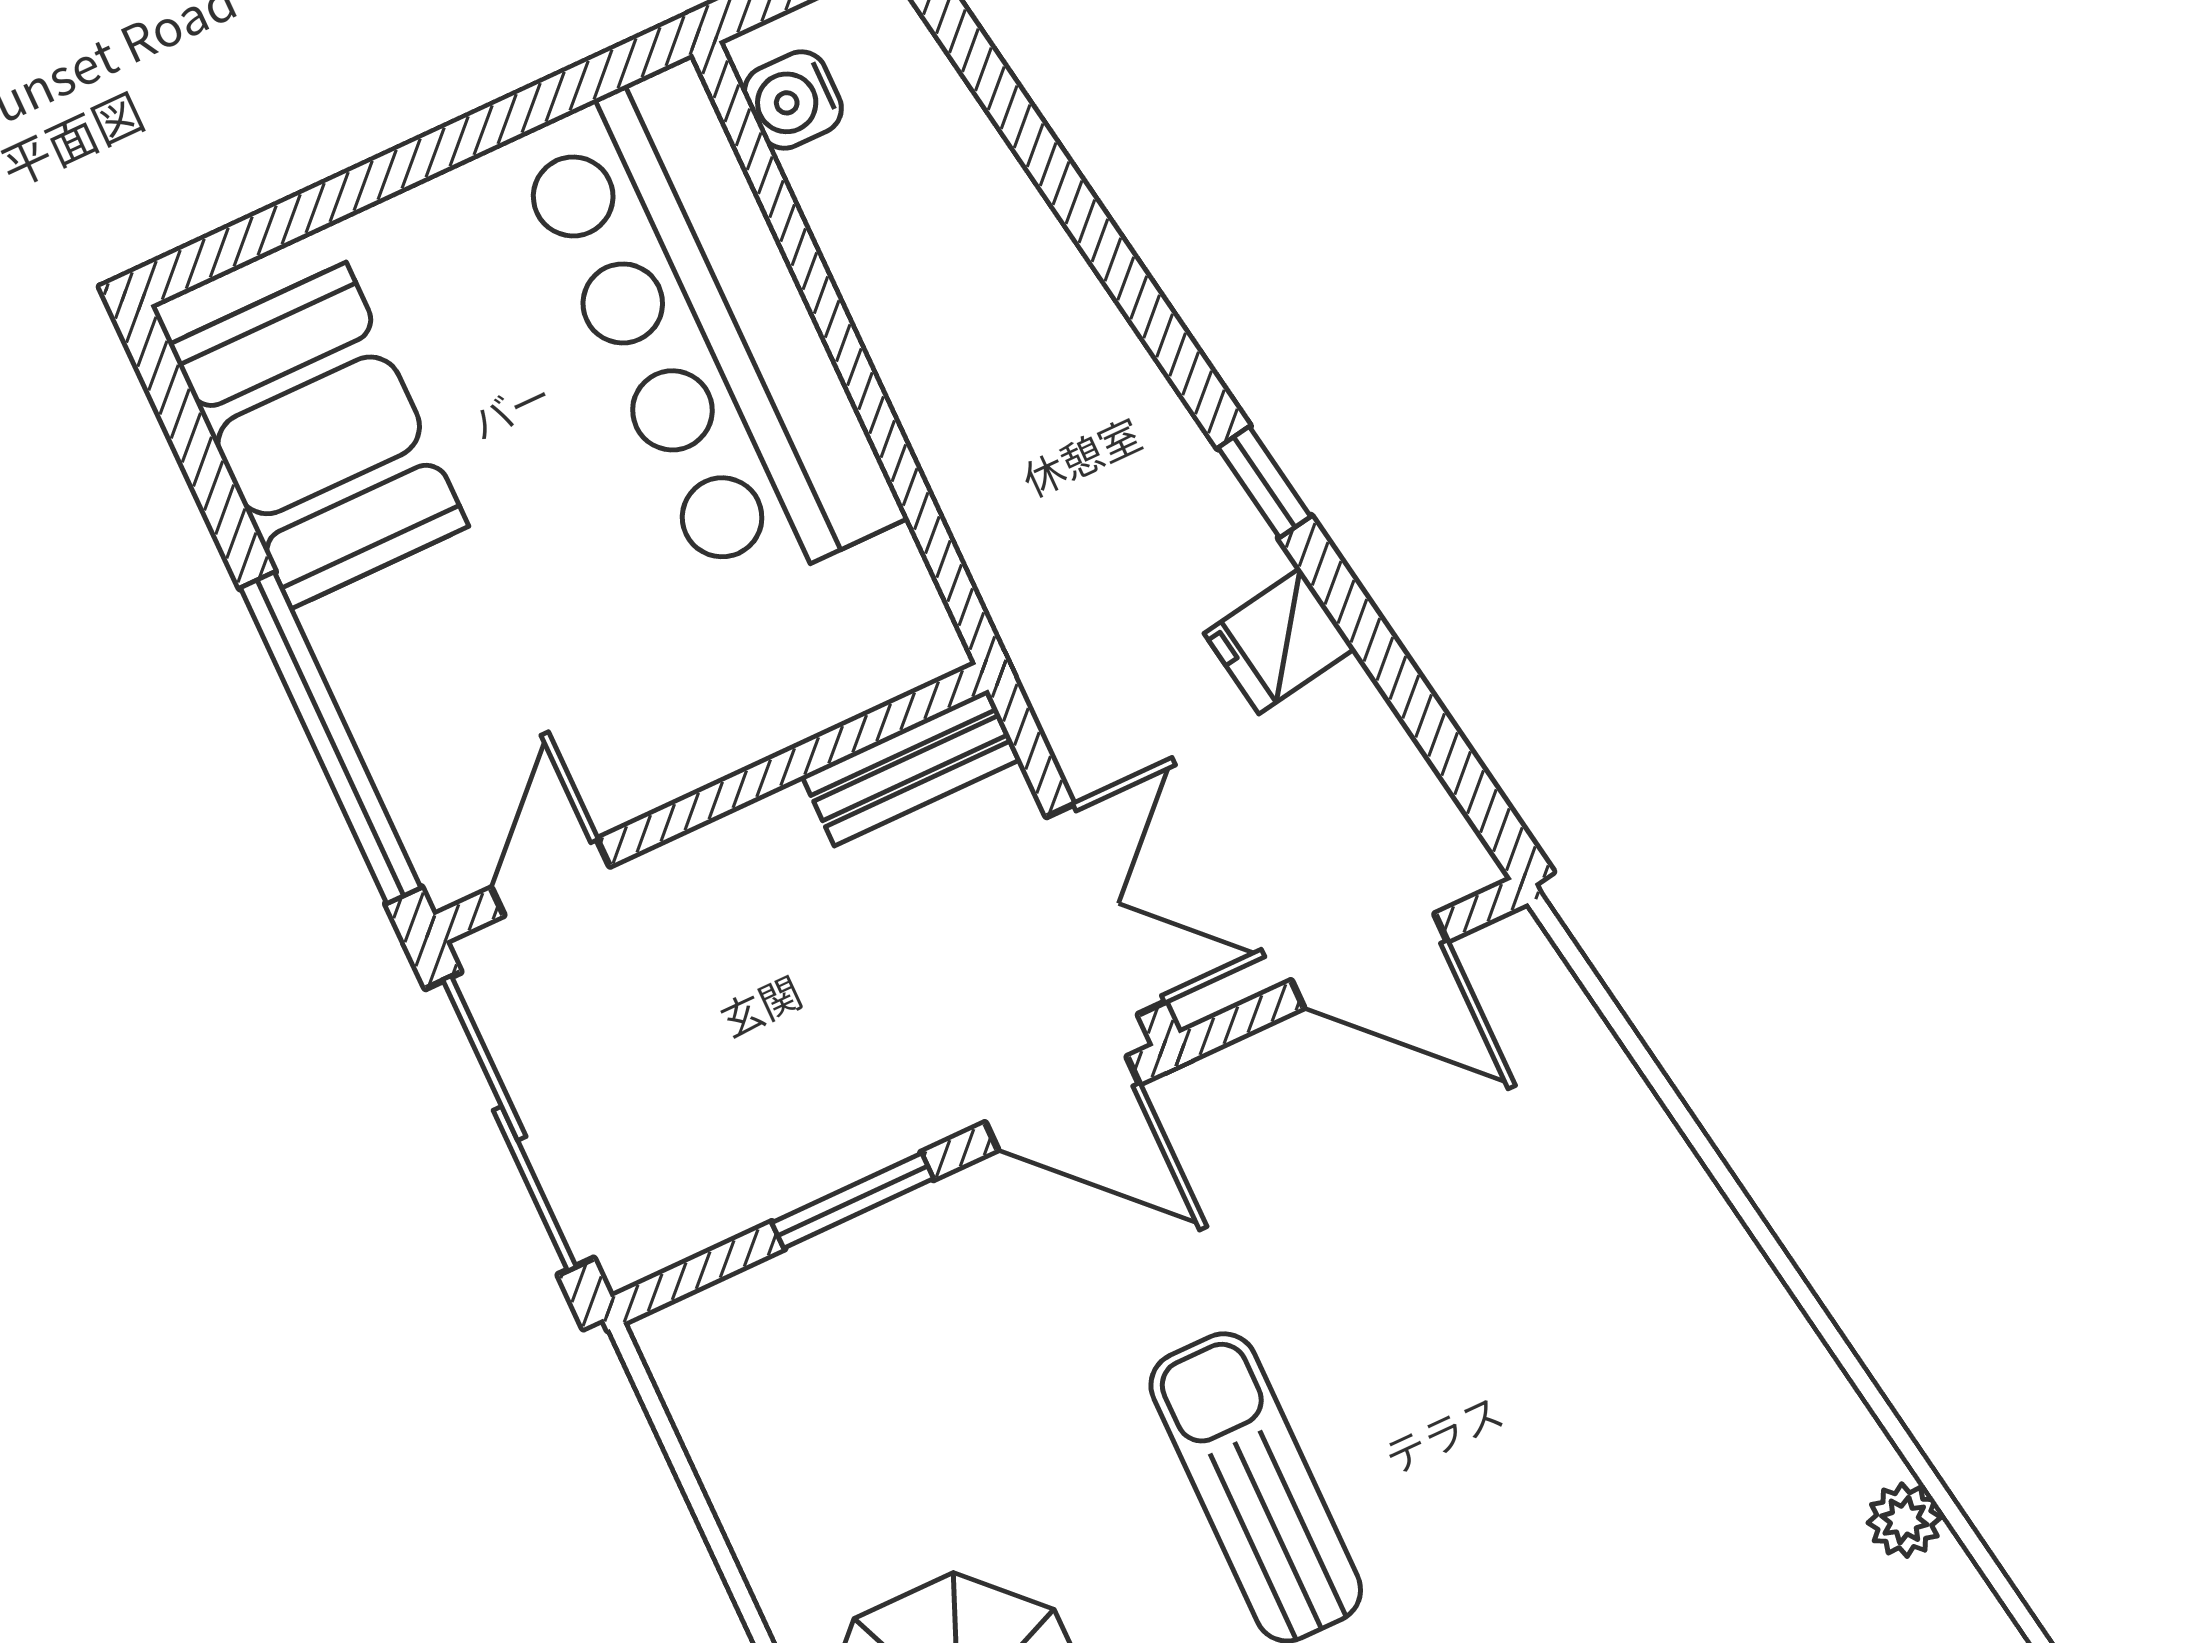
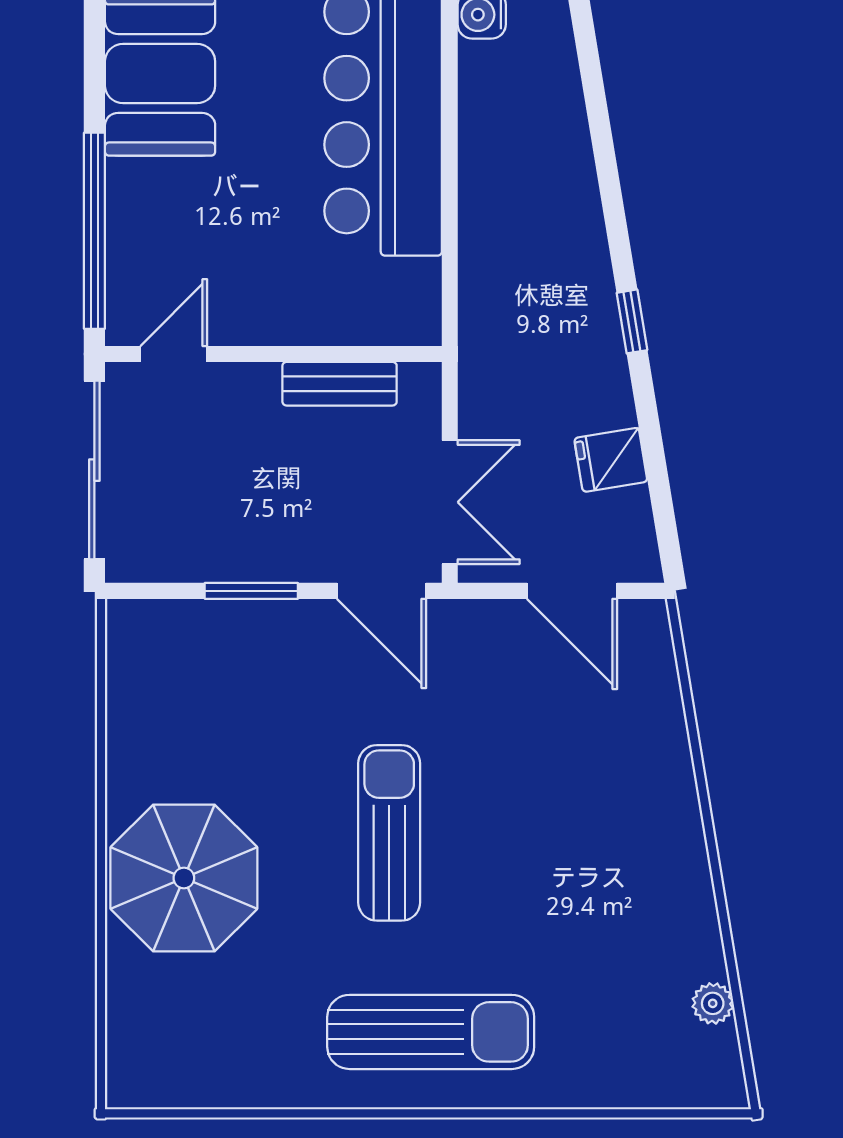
fridge: (1279, 641) -> (611, 460), moved
bench: (910, 768) -> (340, 384), moved

